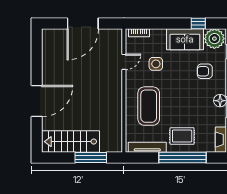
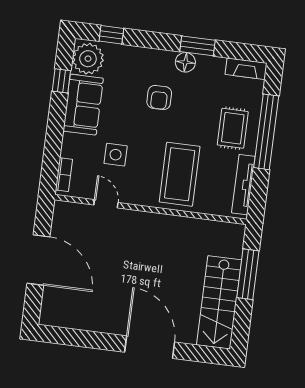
armchair: (205, 71) -> (159, 98), moved
coffee table: (149, 106) -> (180, 174), turned 90

